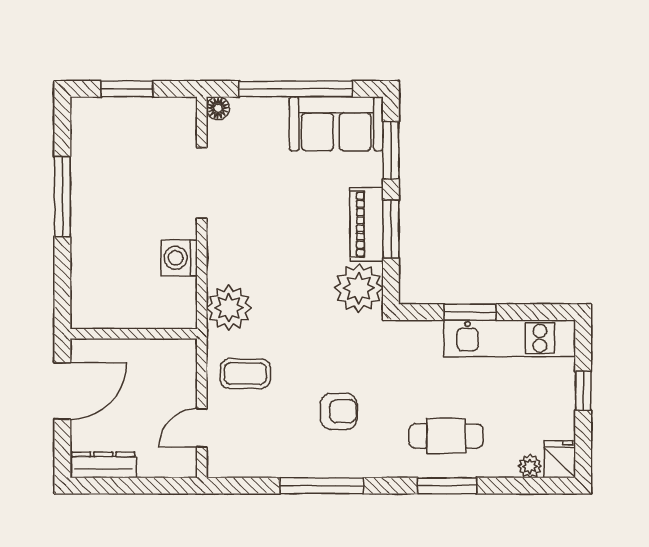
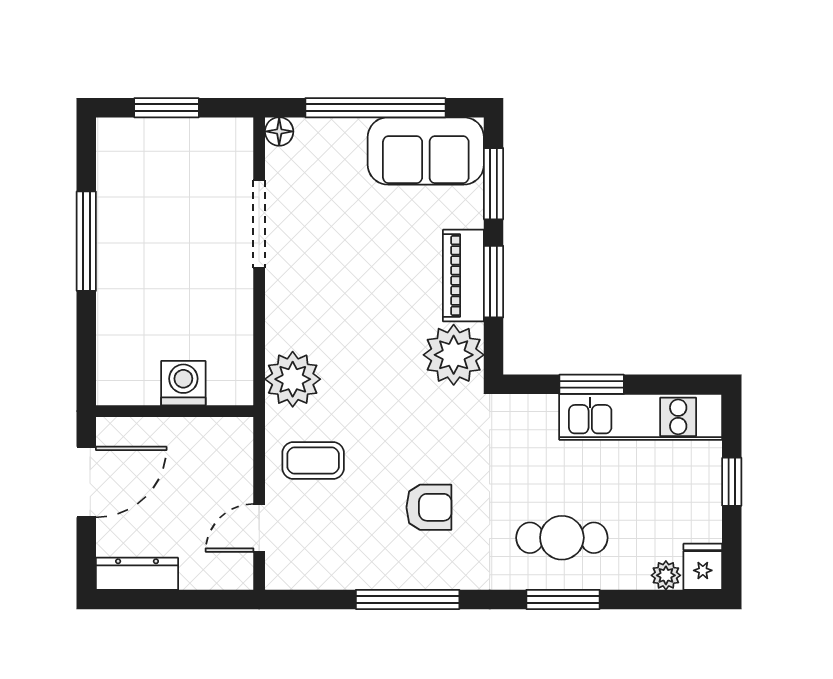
washing machine: (179, 258) -> (183, 383), moved, turned 90

